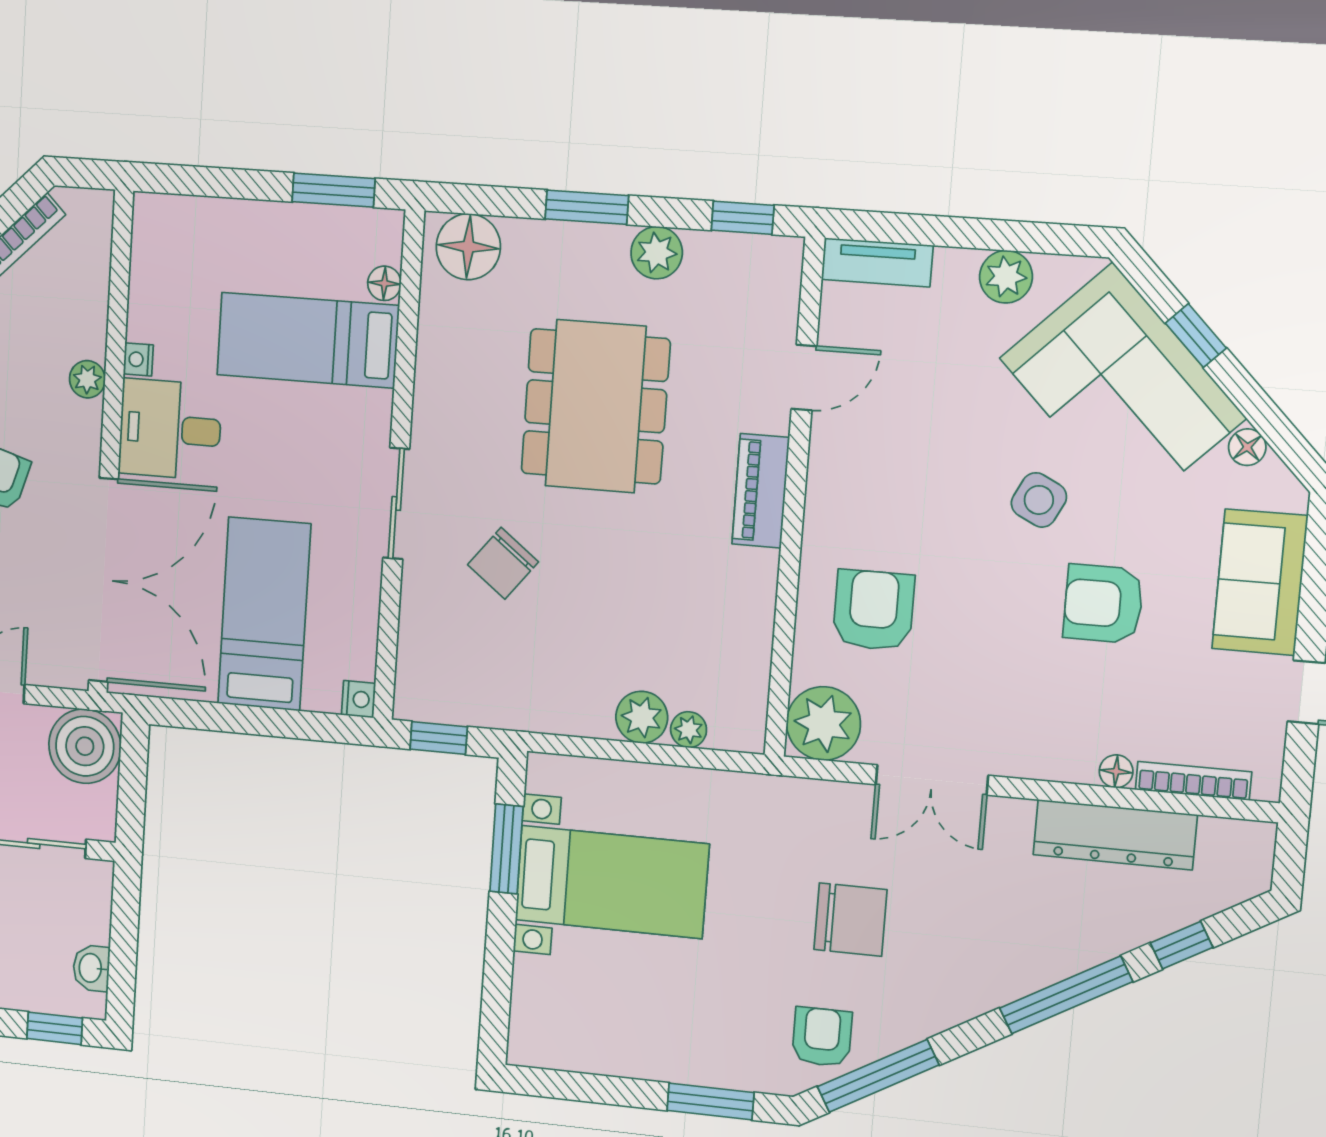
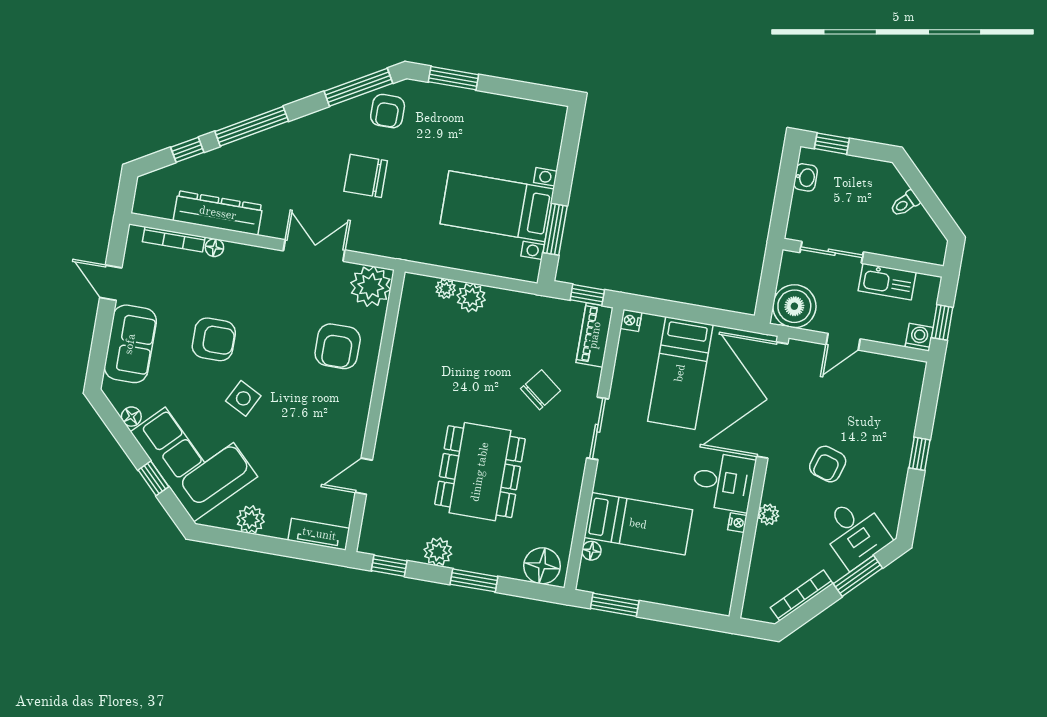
piano: (761, 491) -> (595, 335), moved, turned 180

